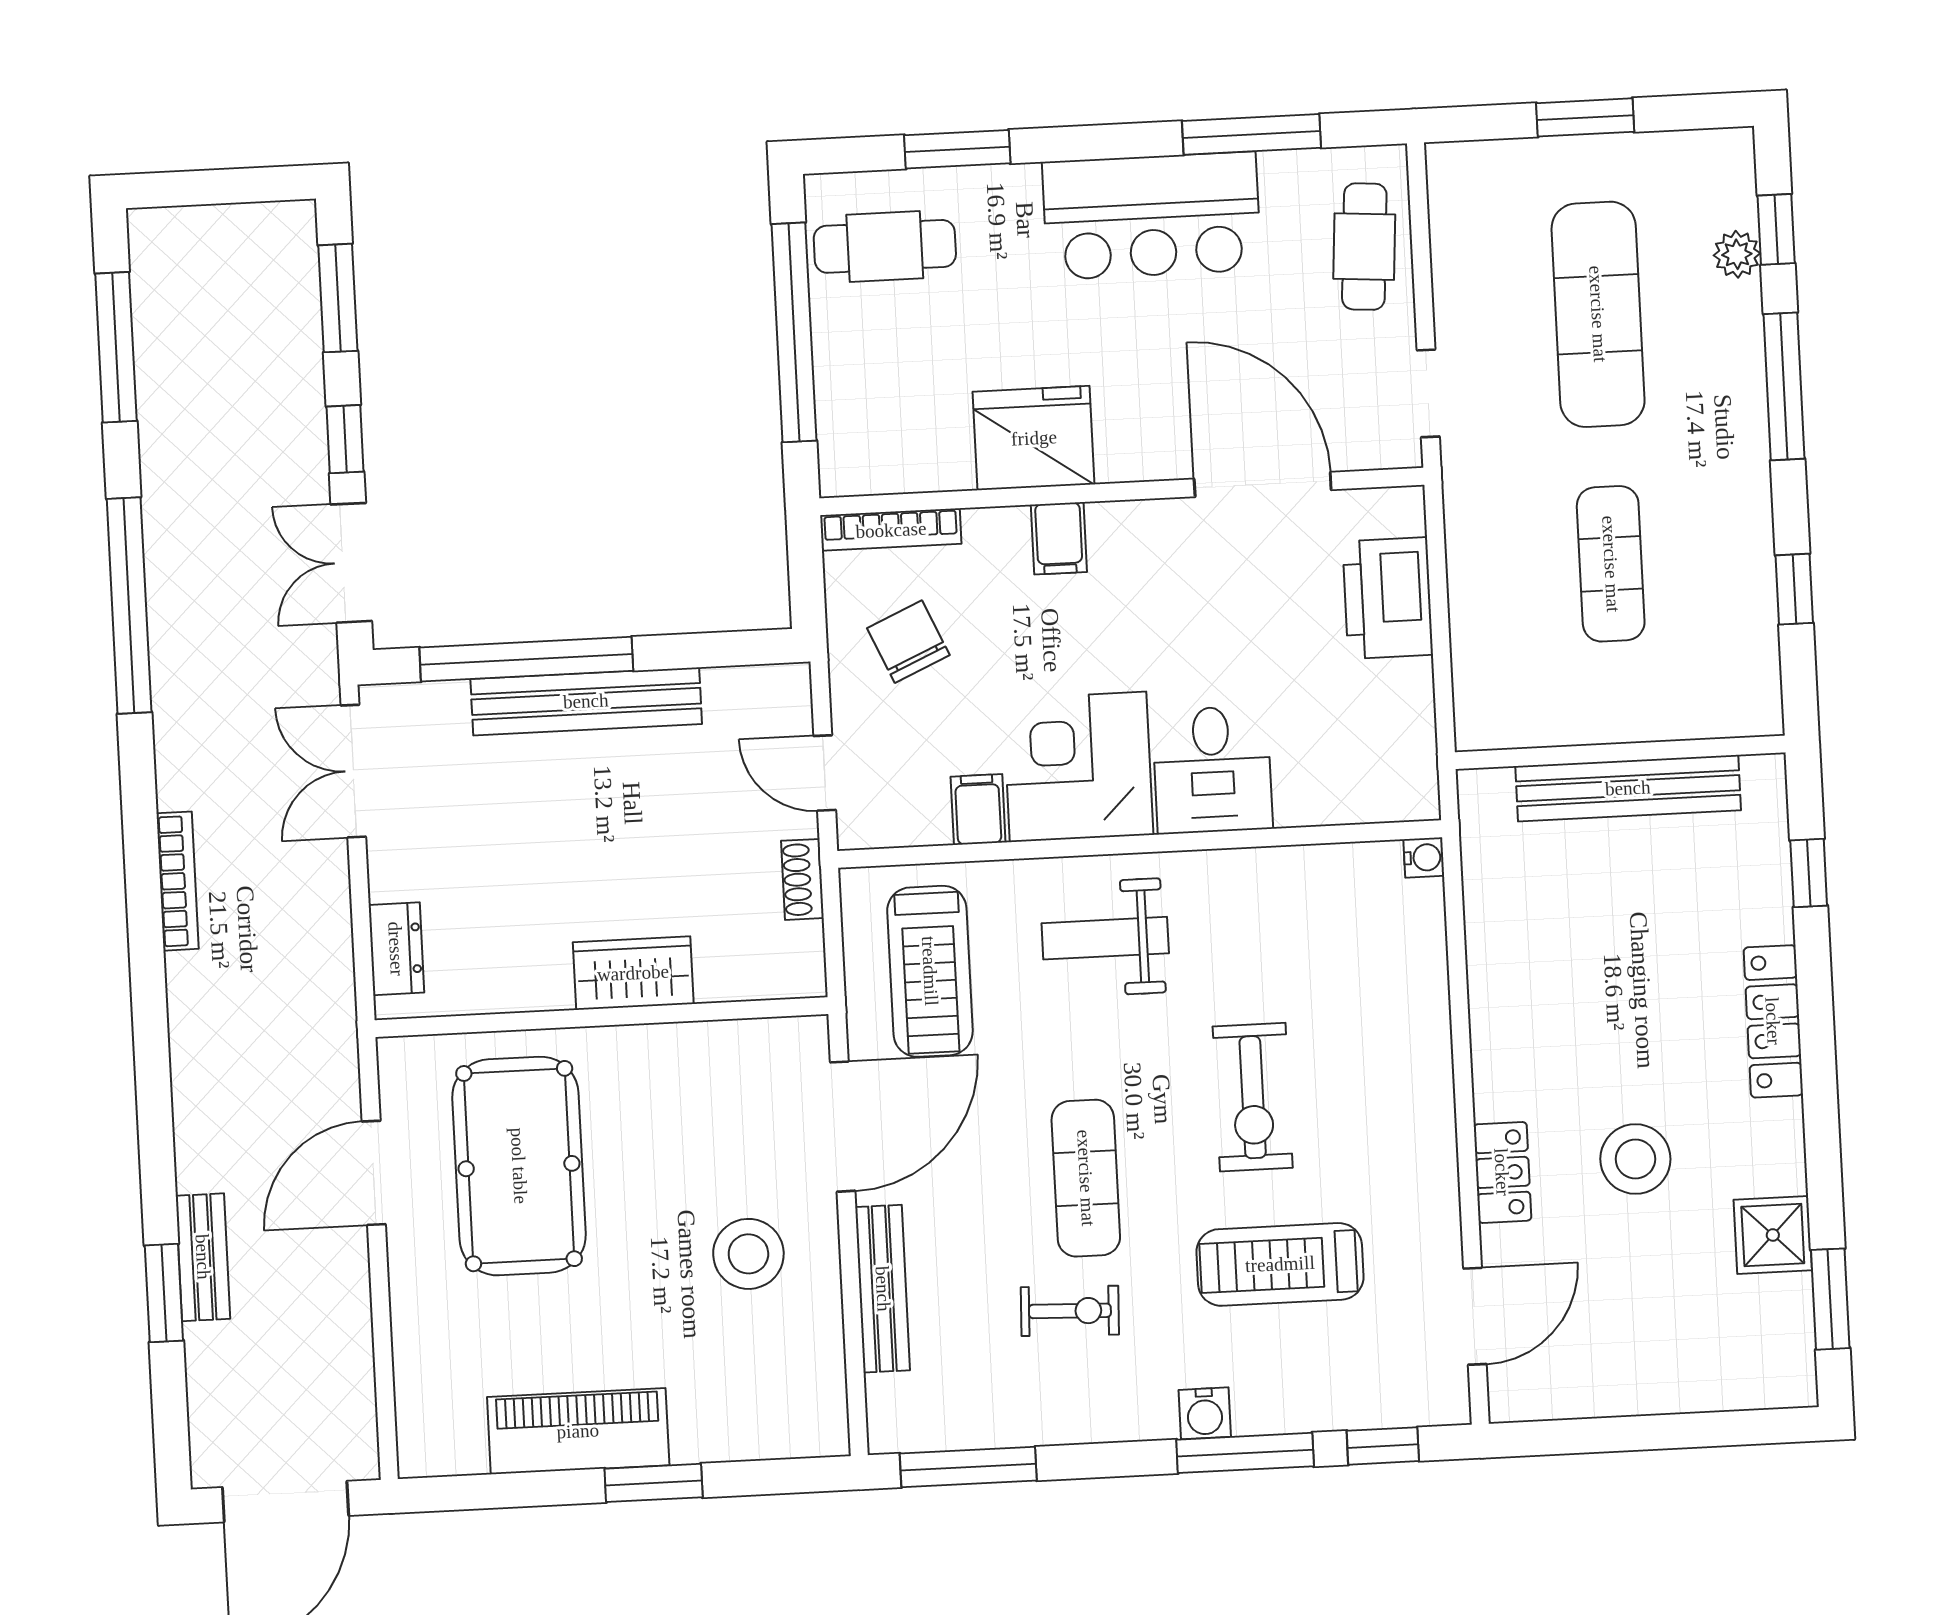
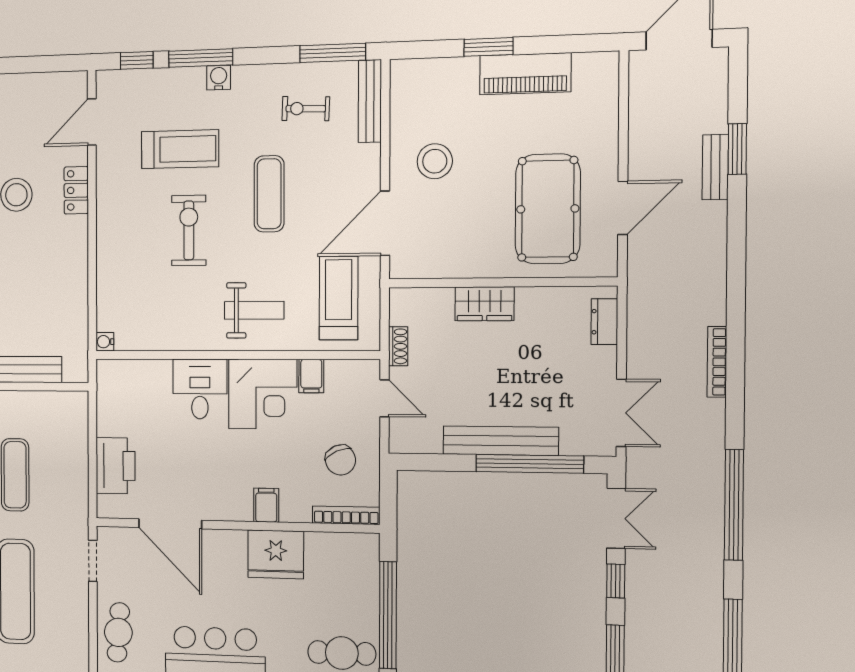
bench: (883, 1289) -> (370, 101), moved
exercise bike: (1070, 1311) -> (306, 109), moved

